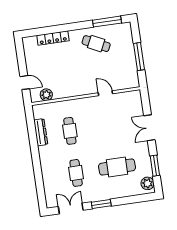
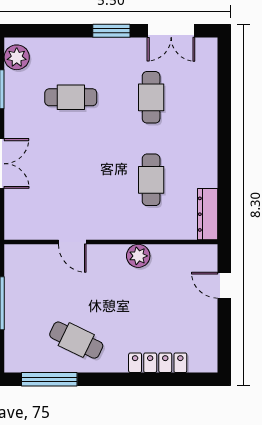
plant: (46, 95) -> (138, 256), moved
dresser: (41, 132) -> (208, 214), moved
cafe table: (117, 167) -> (71, 97), width x0.73, depth x0.74

